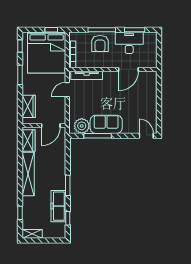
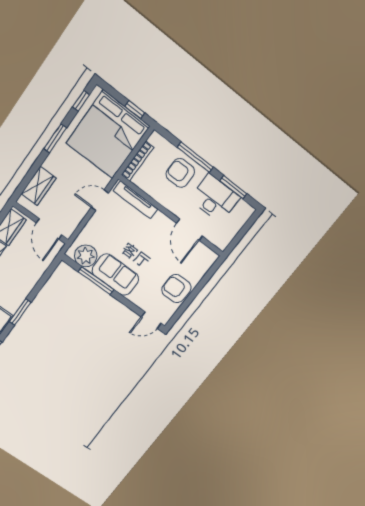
armchair: (100, 44) -> (180, 173), turned 90
door: (128, 69) -> (189, 230), hinge flipped
armchair: (147, 107) -> (176, 289), added
door: (51, 126) -> (49, 229), hinge flipped
door: (146, 136) -> (151, 320), swing flipped

